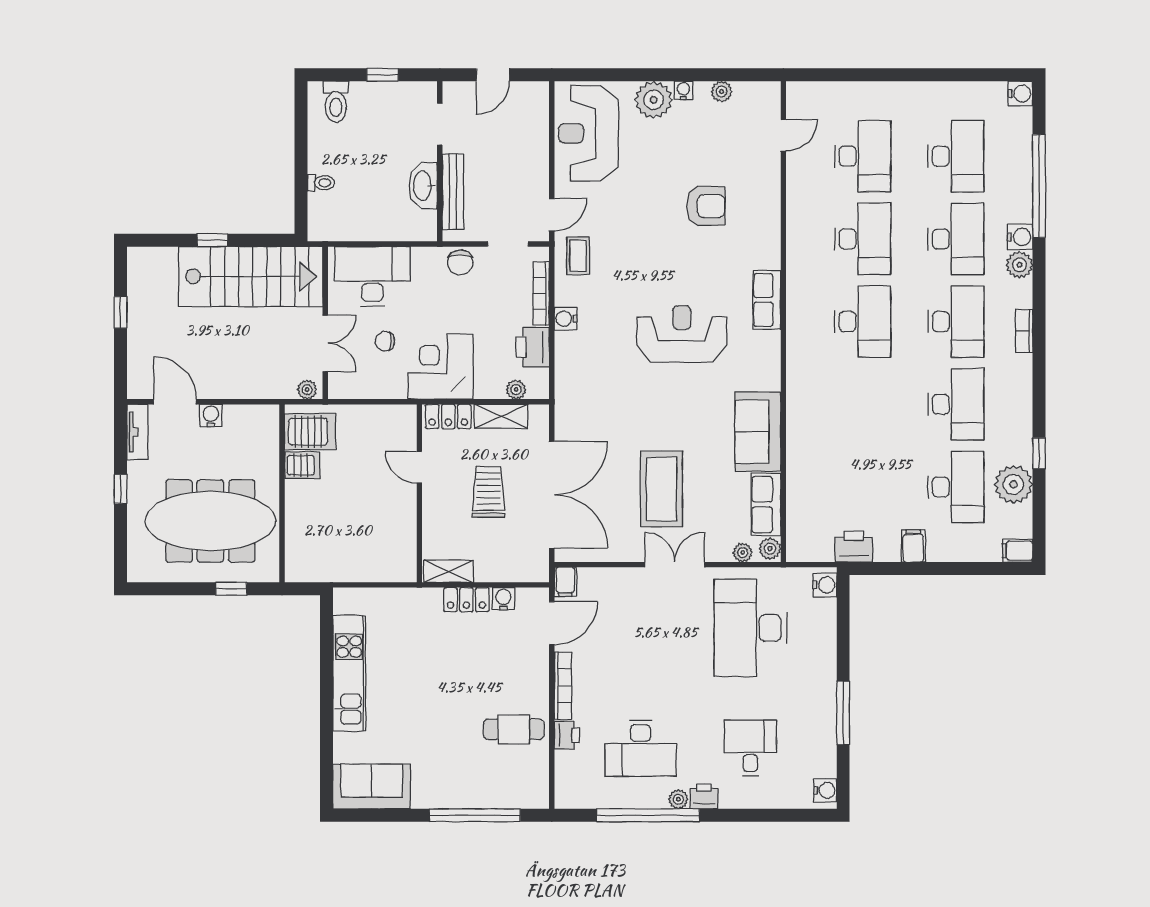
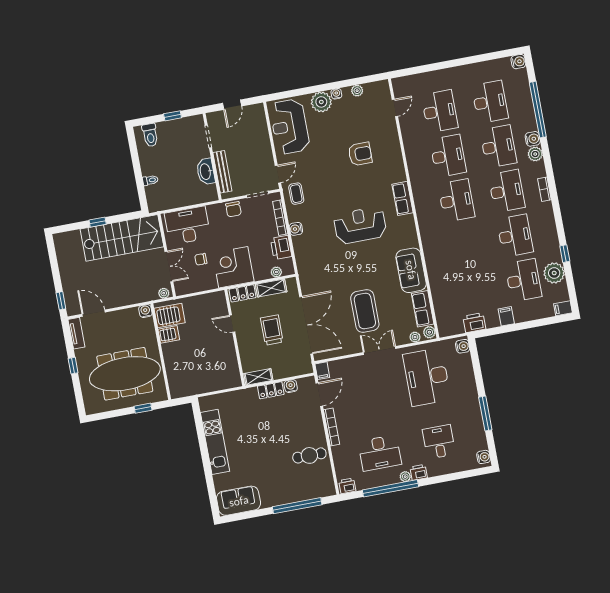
window: (120, 312) -> (61, 301), moved
water cooler: (211, 415) -> (145, 311), moved
printer: (567, 735) -> (347, 486), moved, turned -90

